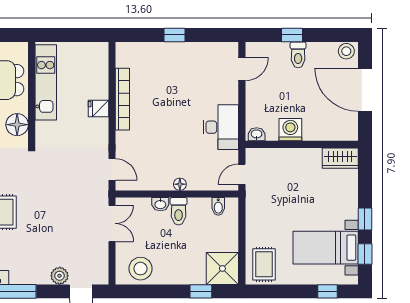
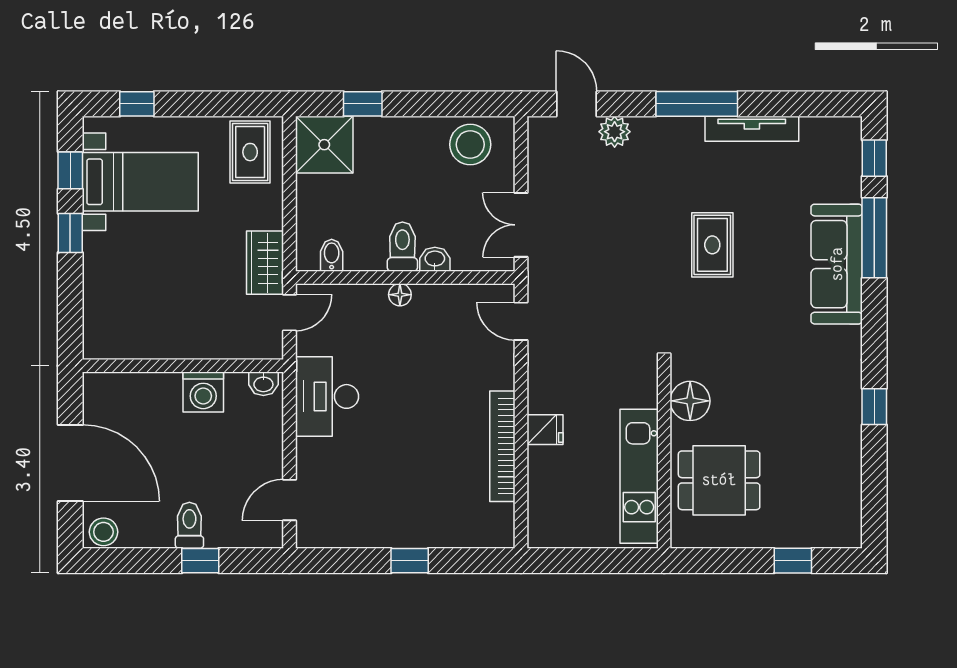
wardrobe: (340, 158) -> (265, 263), moved, turned -90

